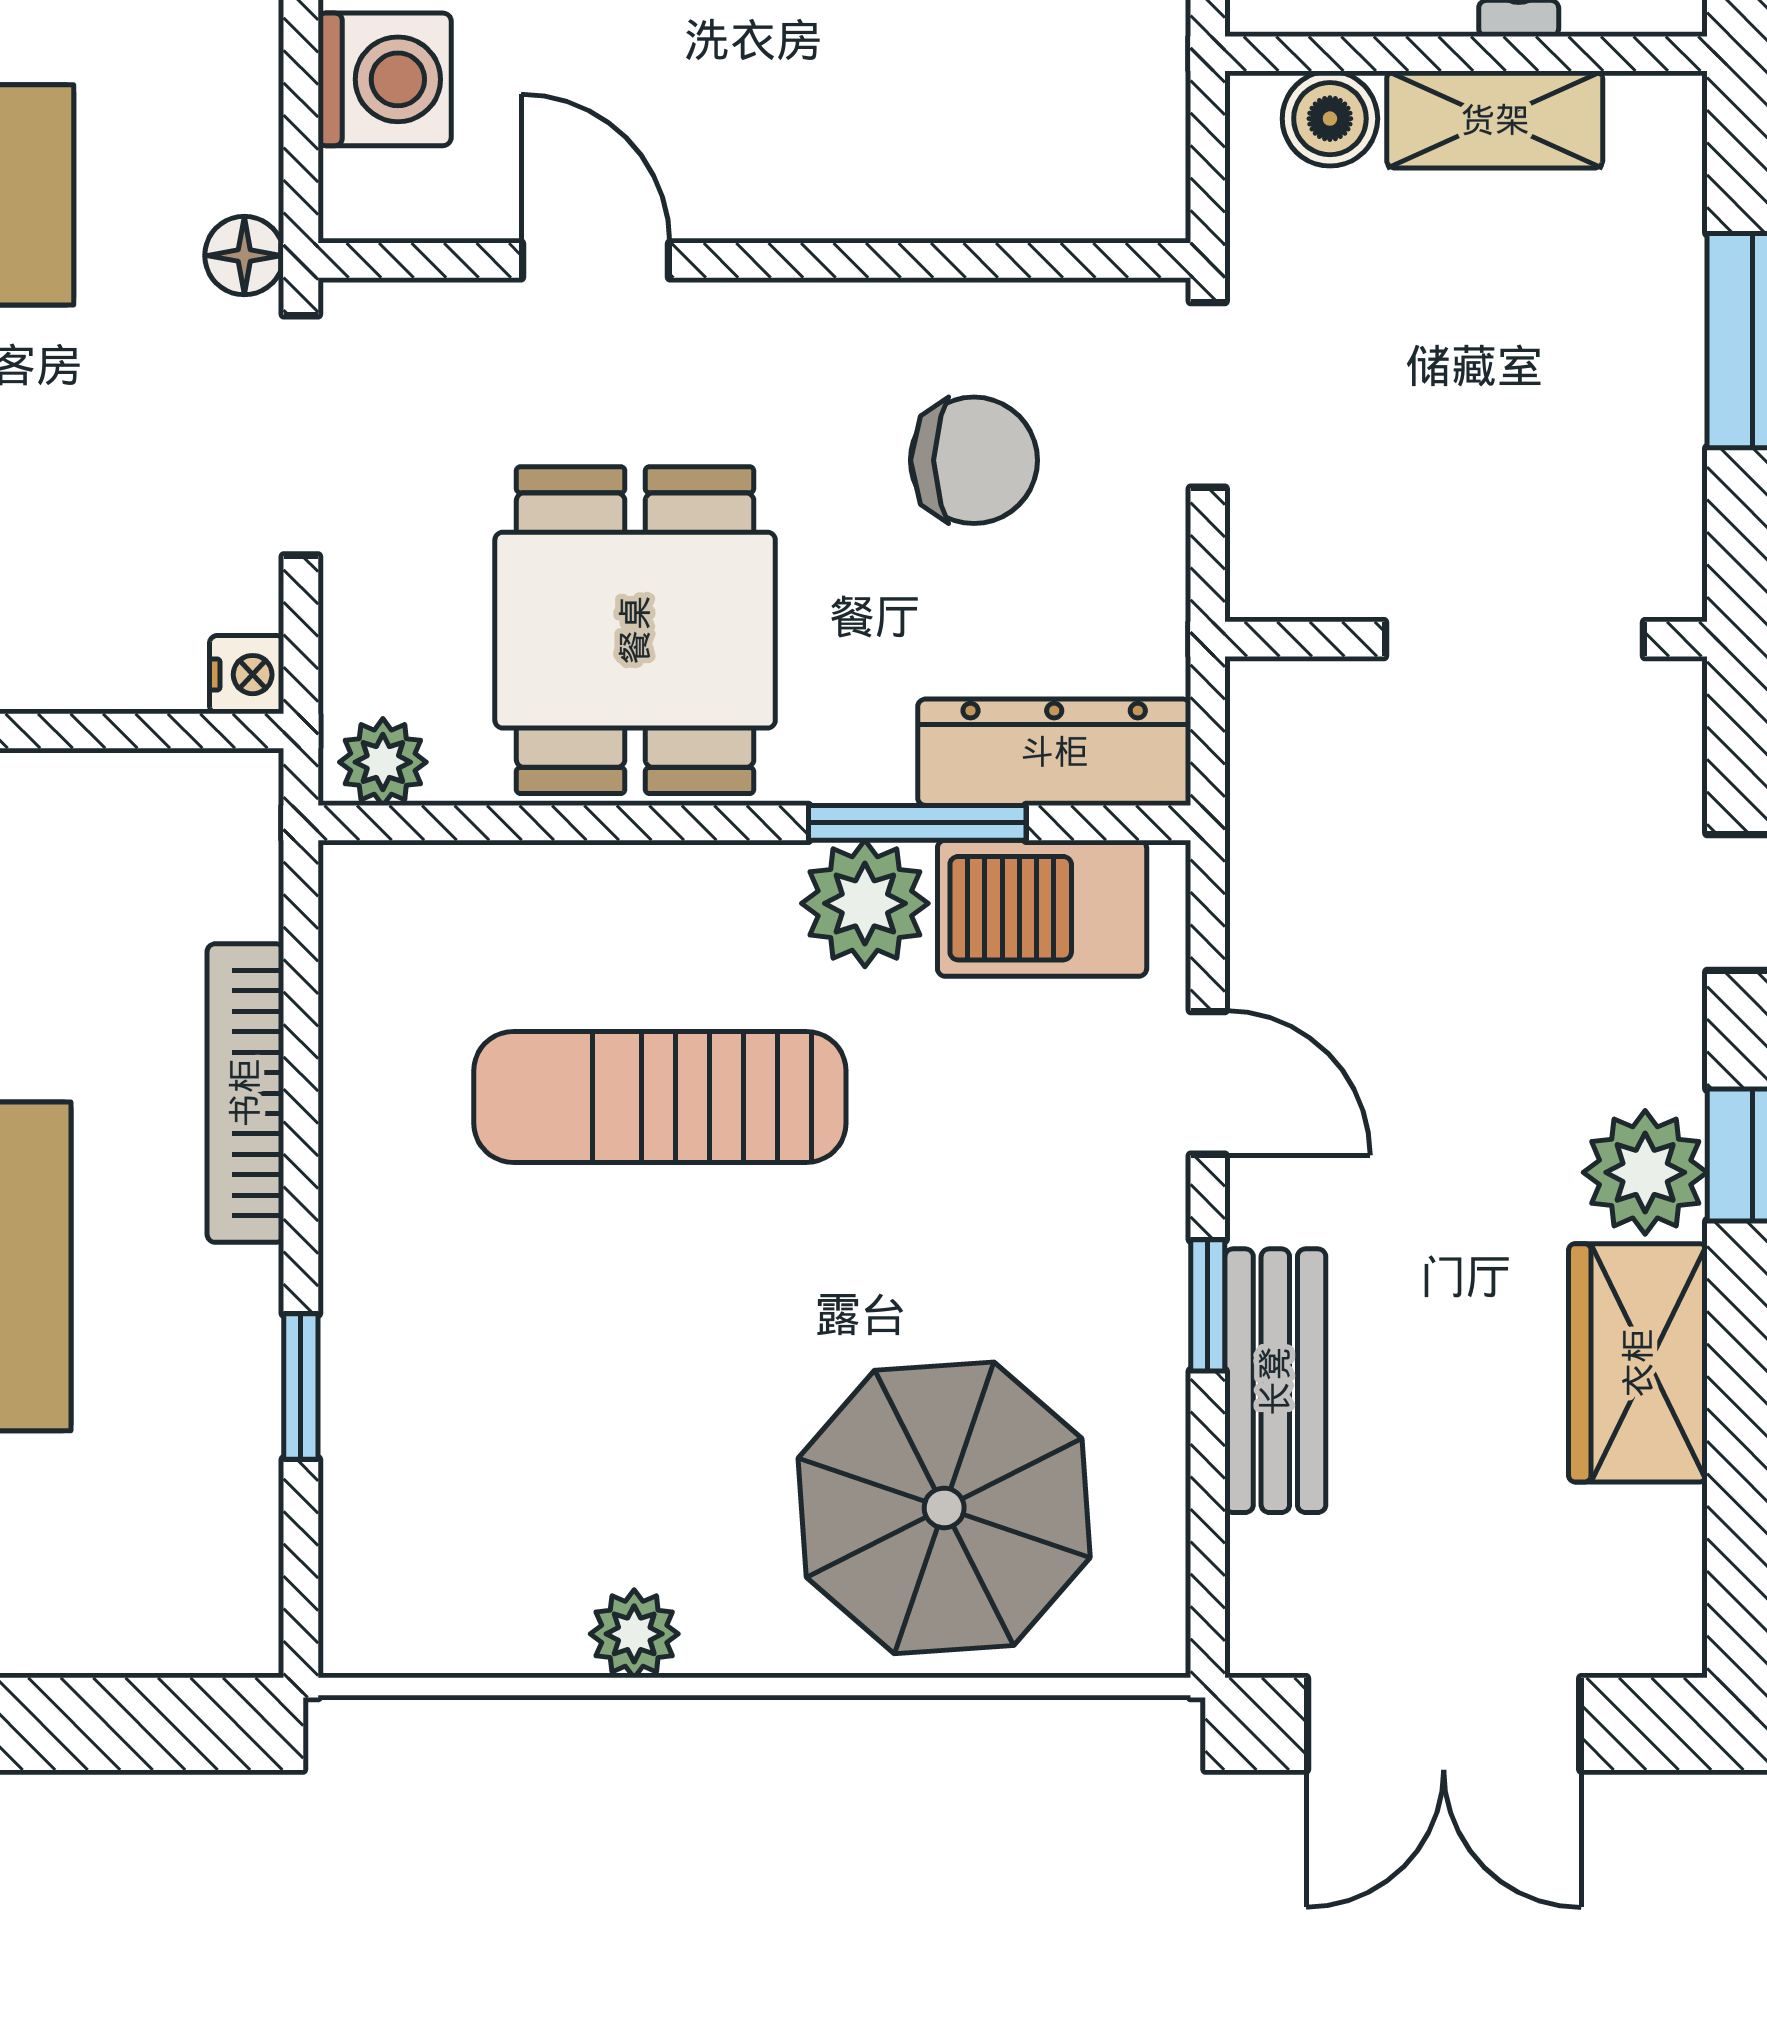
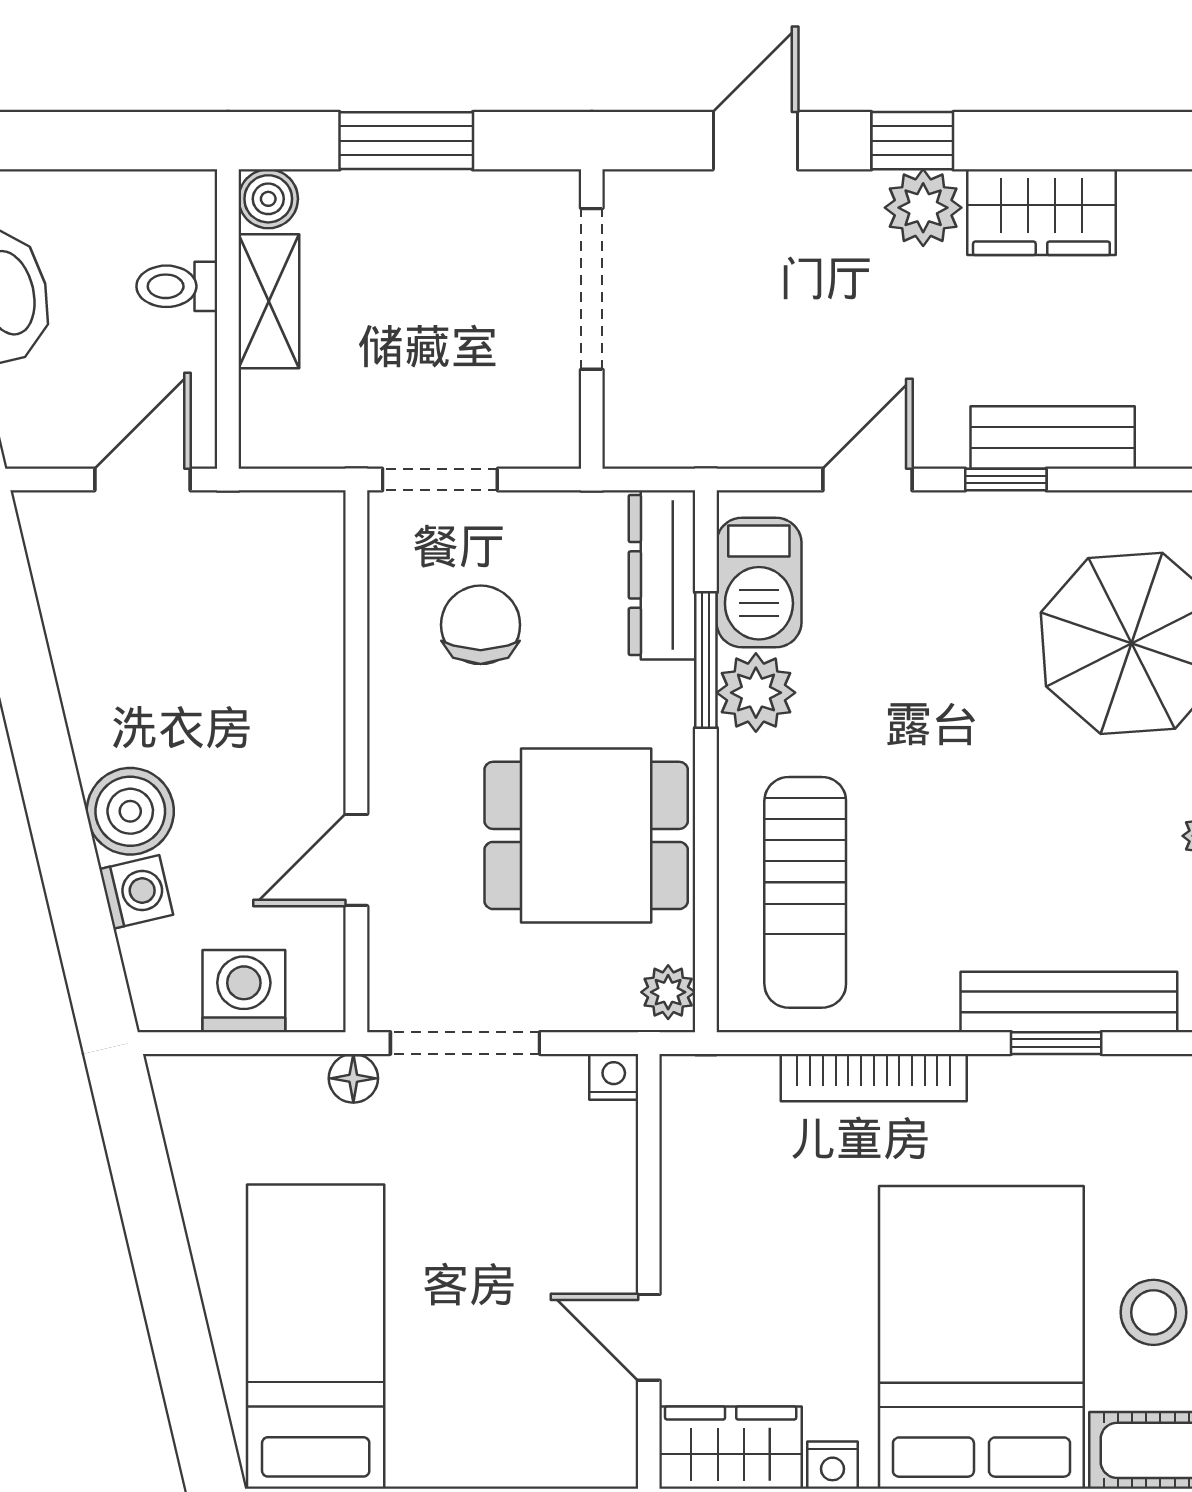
boiler: (1330, 119) -> (268, 199), moved
sun lounger: (660, 1097) -> (805, 892), moved
bench: (367, 1407) -> (1069, 1002), added

